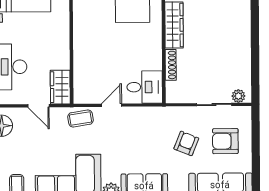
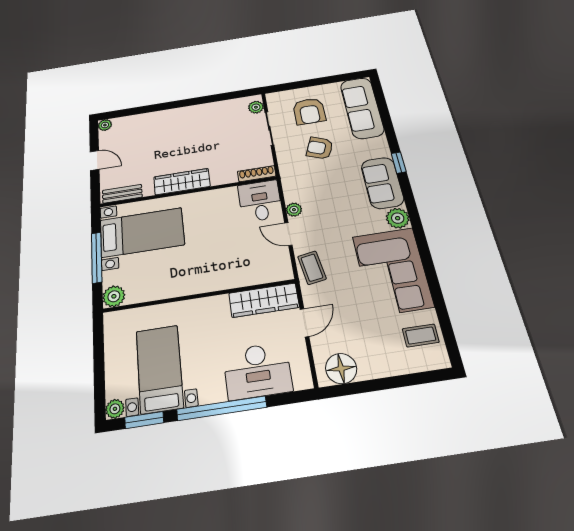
shoe rack: (171, 65) -> (257, 174), moved
wardrobe: (60, 87) -> (264, 300), width x1.50
plant: (132, 113) -> (294, 210), added

